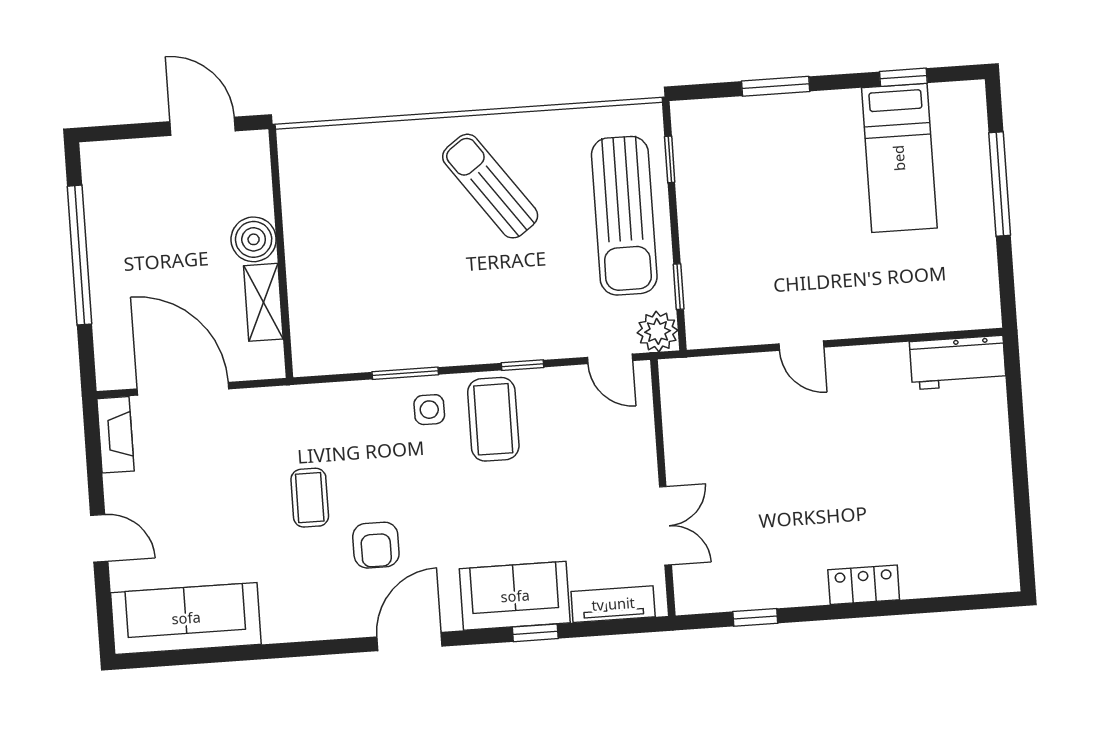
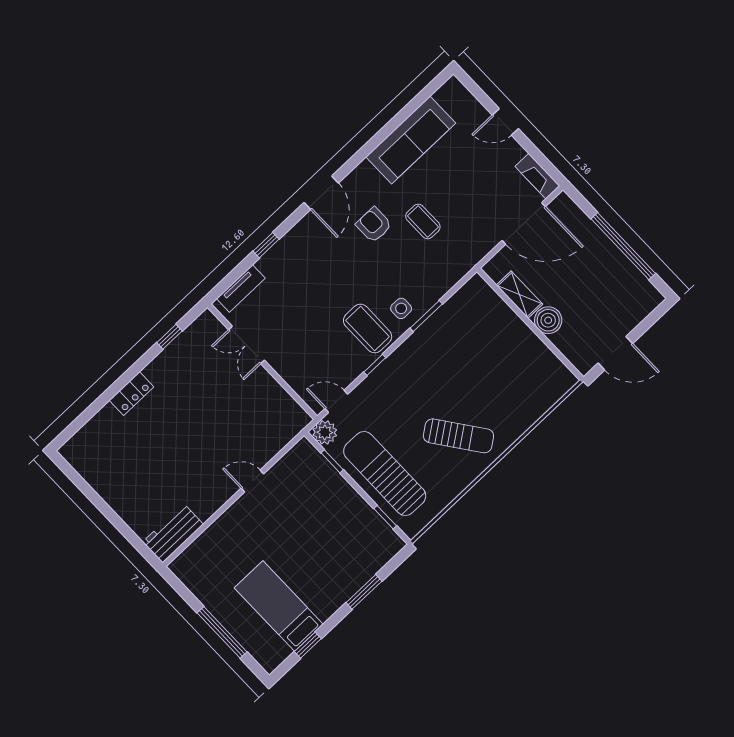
sofa: (515, 596) -> (290, 255), removed
sofa: (186, 618) -> (411, 140), moved

